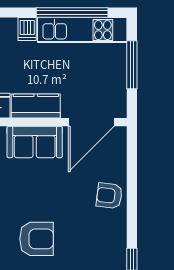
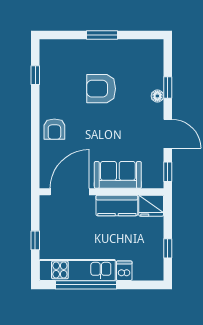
window: (132, 65) -> (35, 240), width x0.46
armchair: (109, 196) -> (54, 129), turned 83
armchair: (36, 239) -> (101, 89), moved

